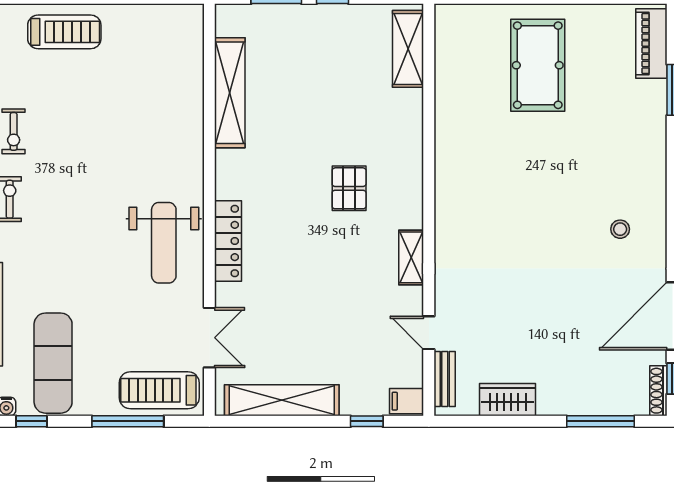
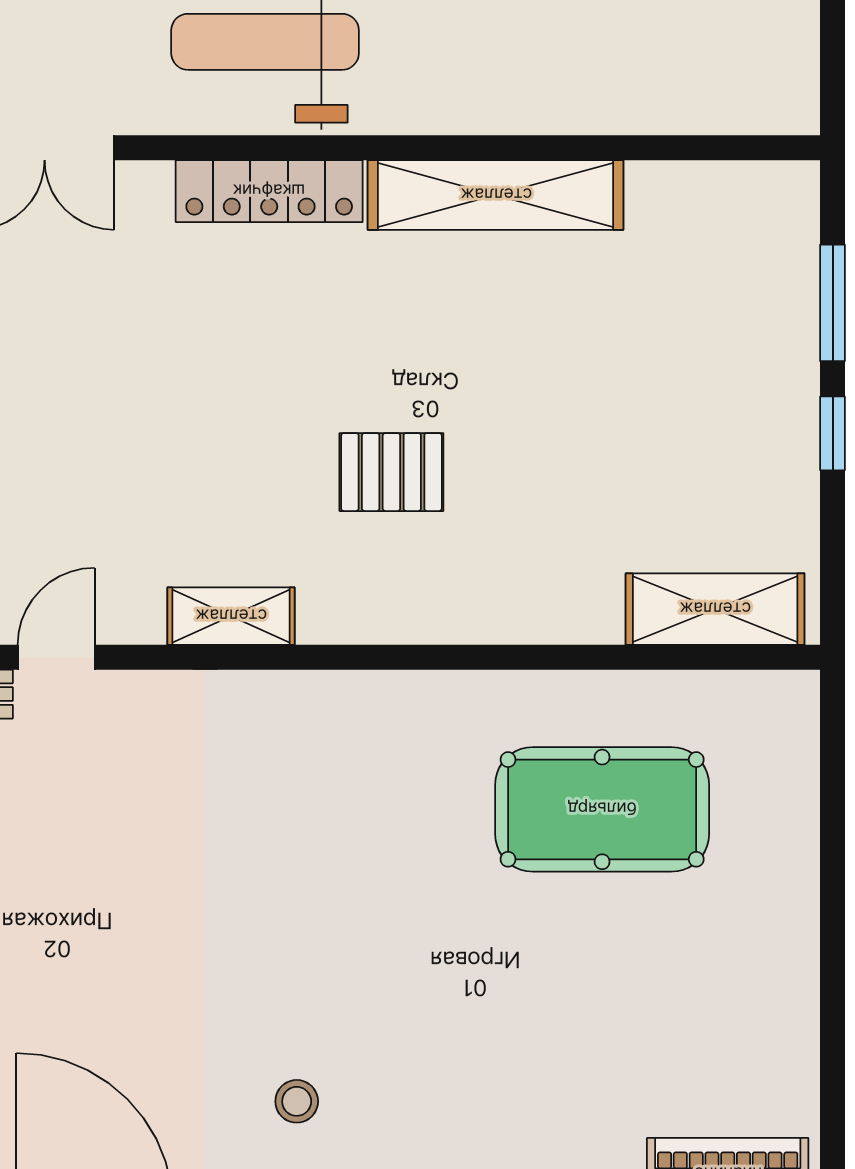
pool table: (538, 65) -> (602, 809), moved
shelving: (230, 93) -> (496, 195), moved

